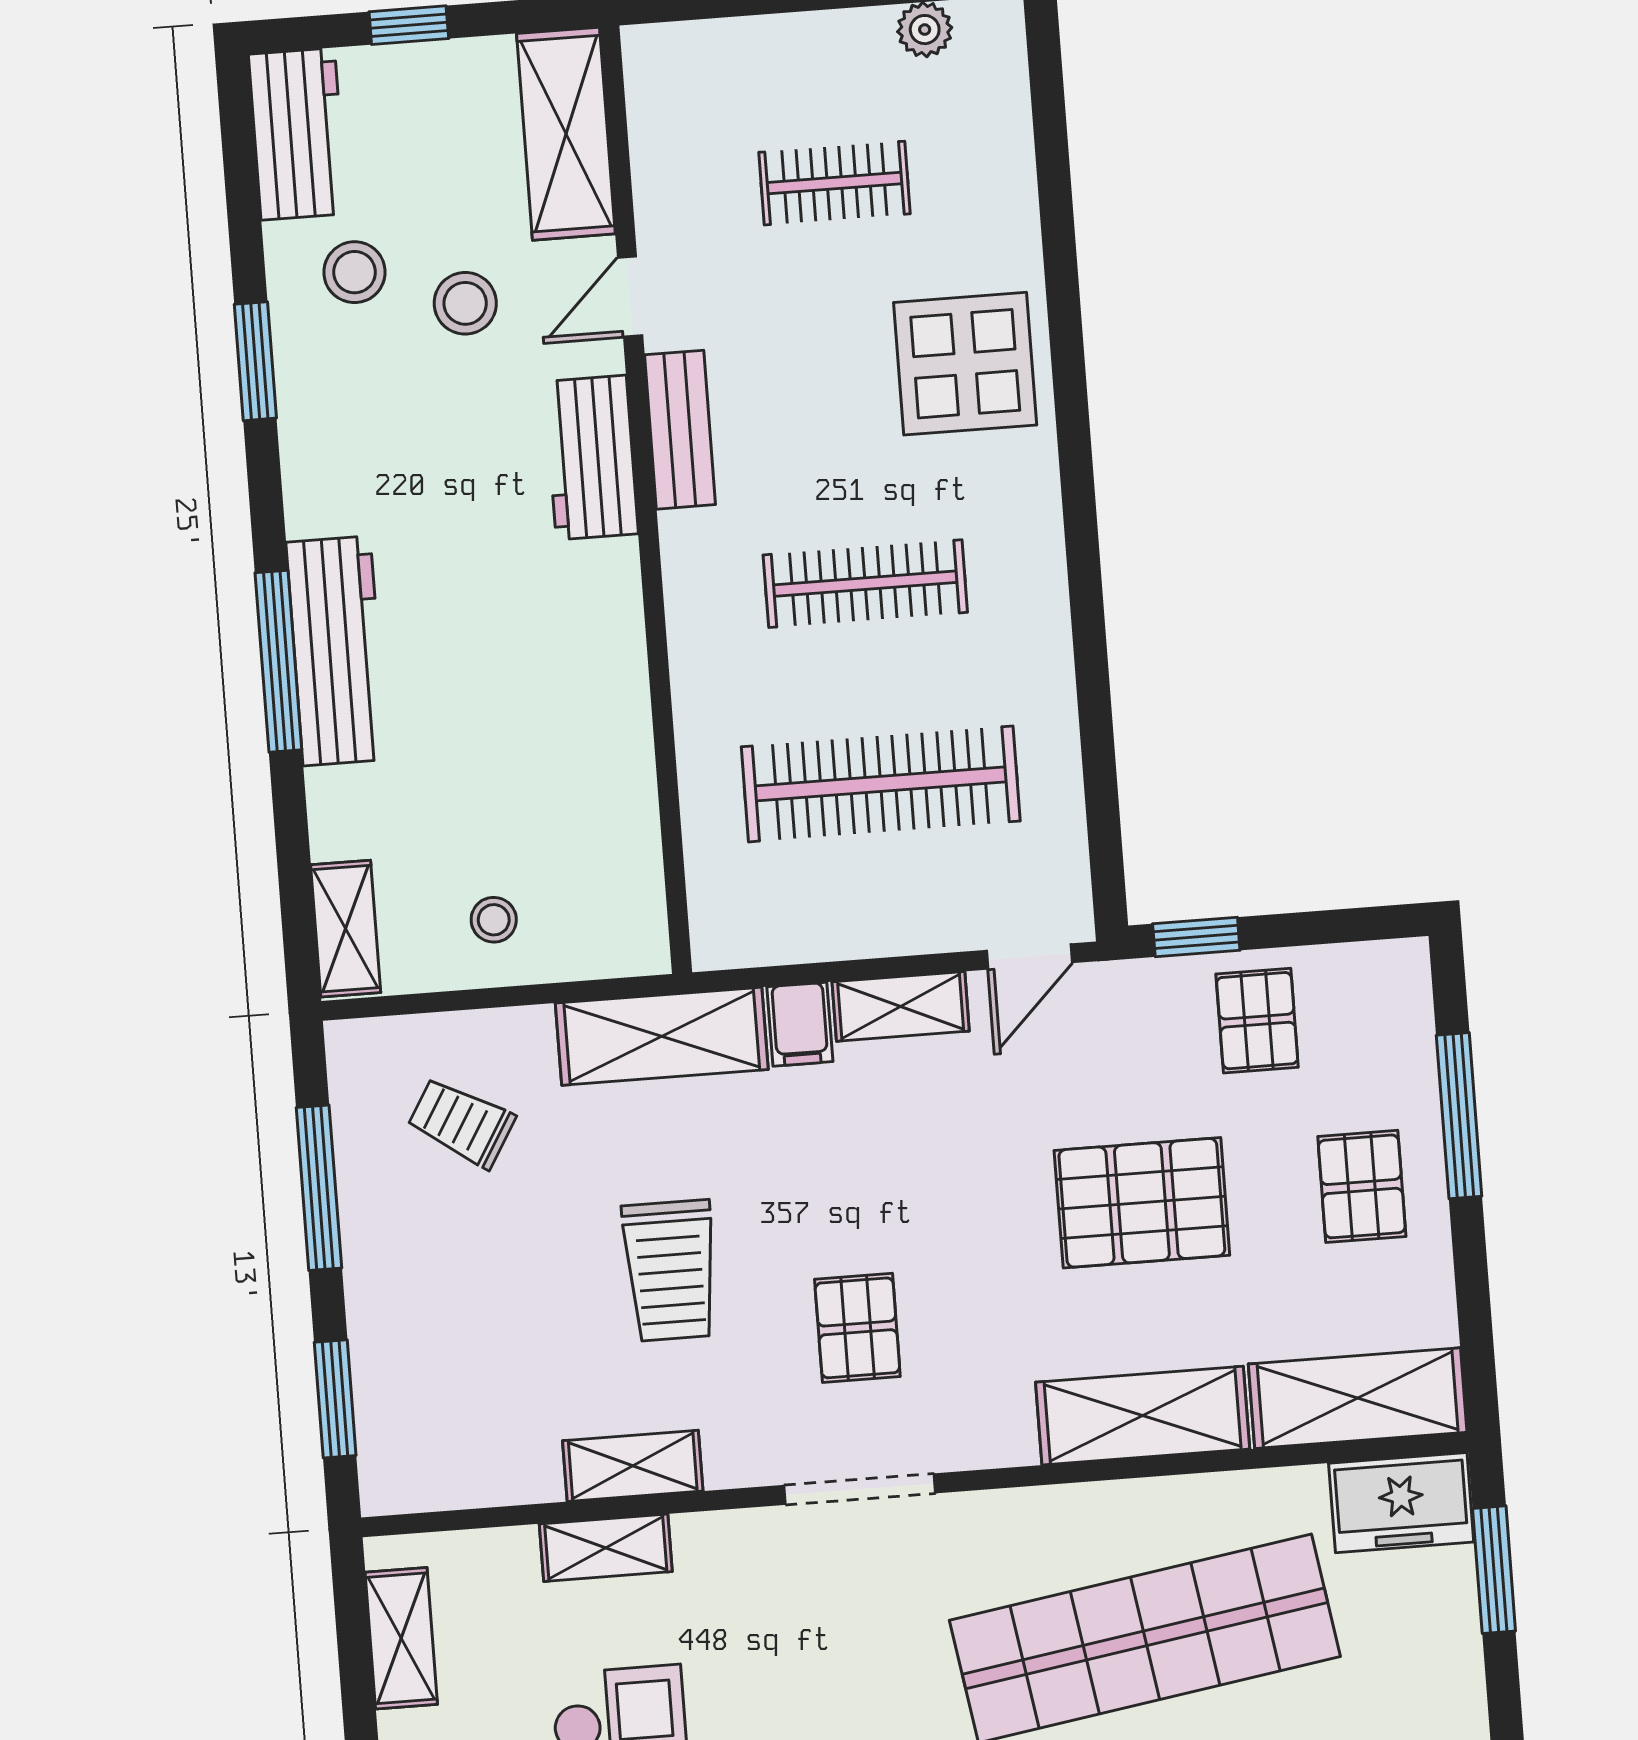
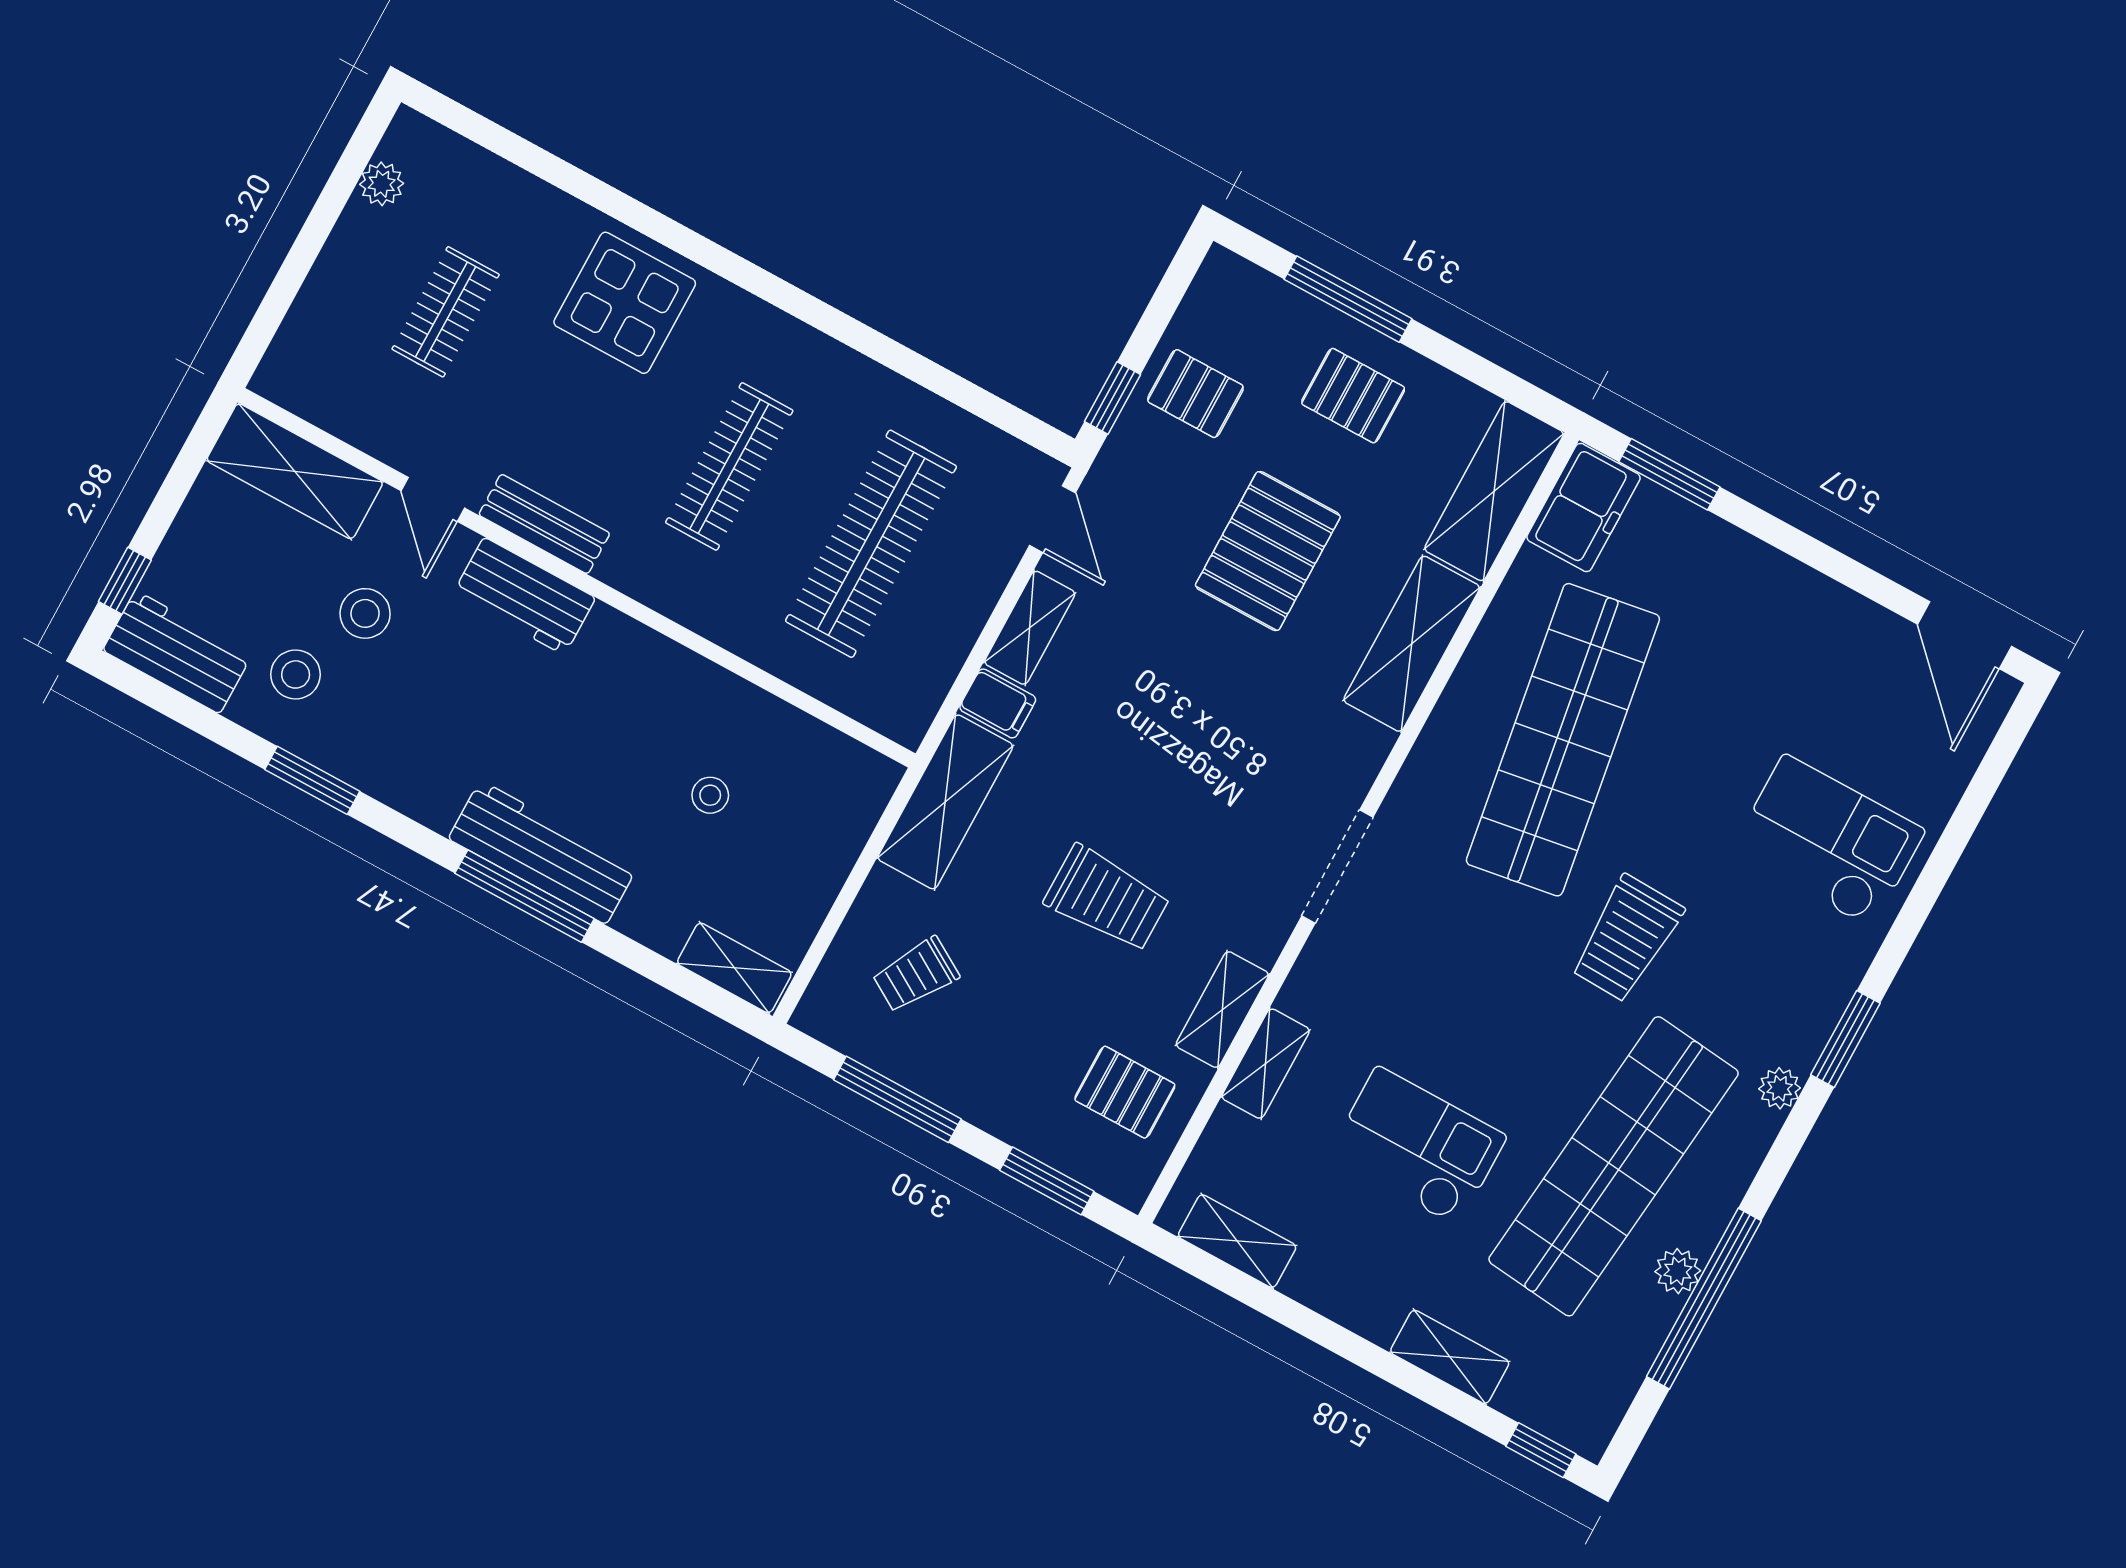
window: (409, 25) -> (125, 581), moved
stool: (494, 920) -> (710, 795), moved
pallet: (857, 1328) -> (1125, 1092), moved

